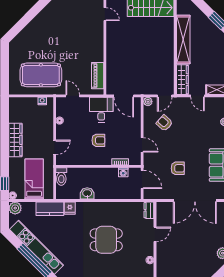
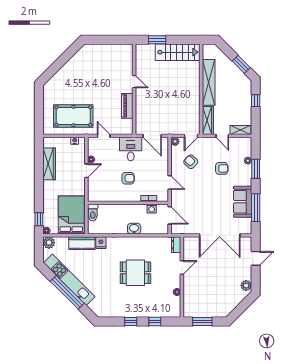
door: (105, 14) -> (134, 82), moved
piano: (98, 76) -> (127, 106), moved
wardrobe: (15, 140) -> (49, 164), moved
door: (55, 147) -> (86, 171), moved
armchair: (178, 168) -> (222, 168), moved
bed: (34, 179) -> (71, 215), width x1.50
washbasin: (87, 193) -> (134, 229), moved

